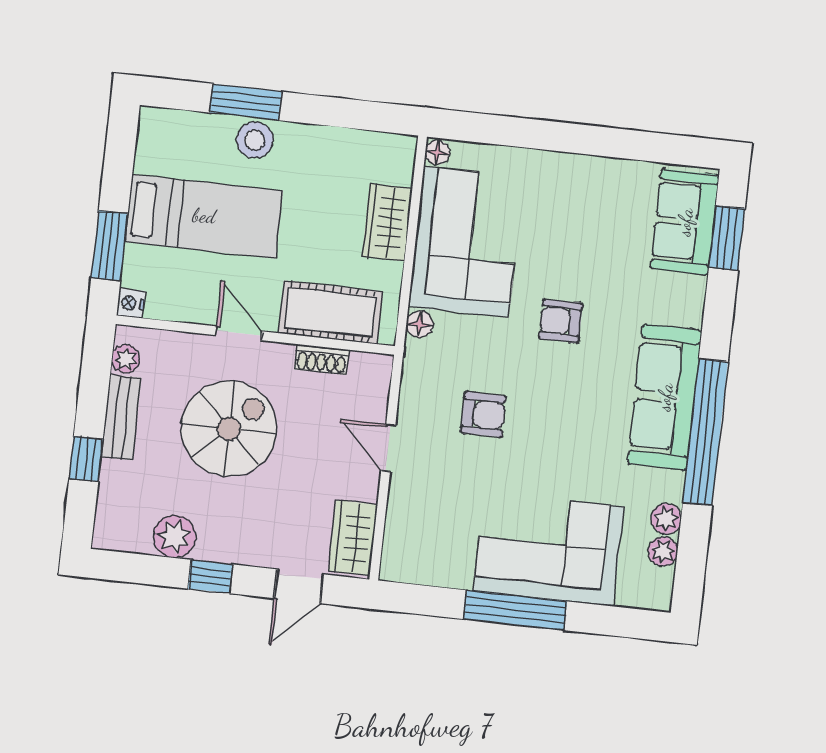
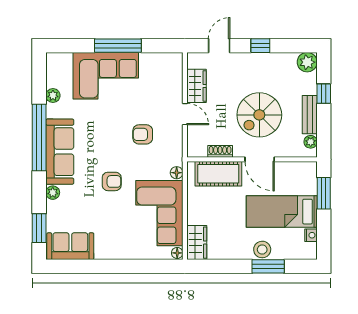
wardrobe: (387, 222) -> (197, 243), moved
sofa: (685, 222) -> (70, 246), moved, turned -90
nightstand: (131, 303) -> (311, 235), moved
door: (239, 333) -> (260, 159), width x1.38
plant: (175, 537) -> (307, 62), moved
wardrobe: (353, 538) -> (197, 86), moved
plant: (663, 551) -> (53, 193), moved

